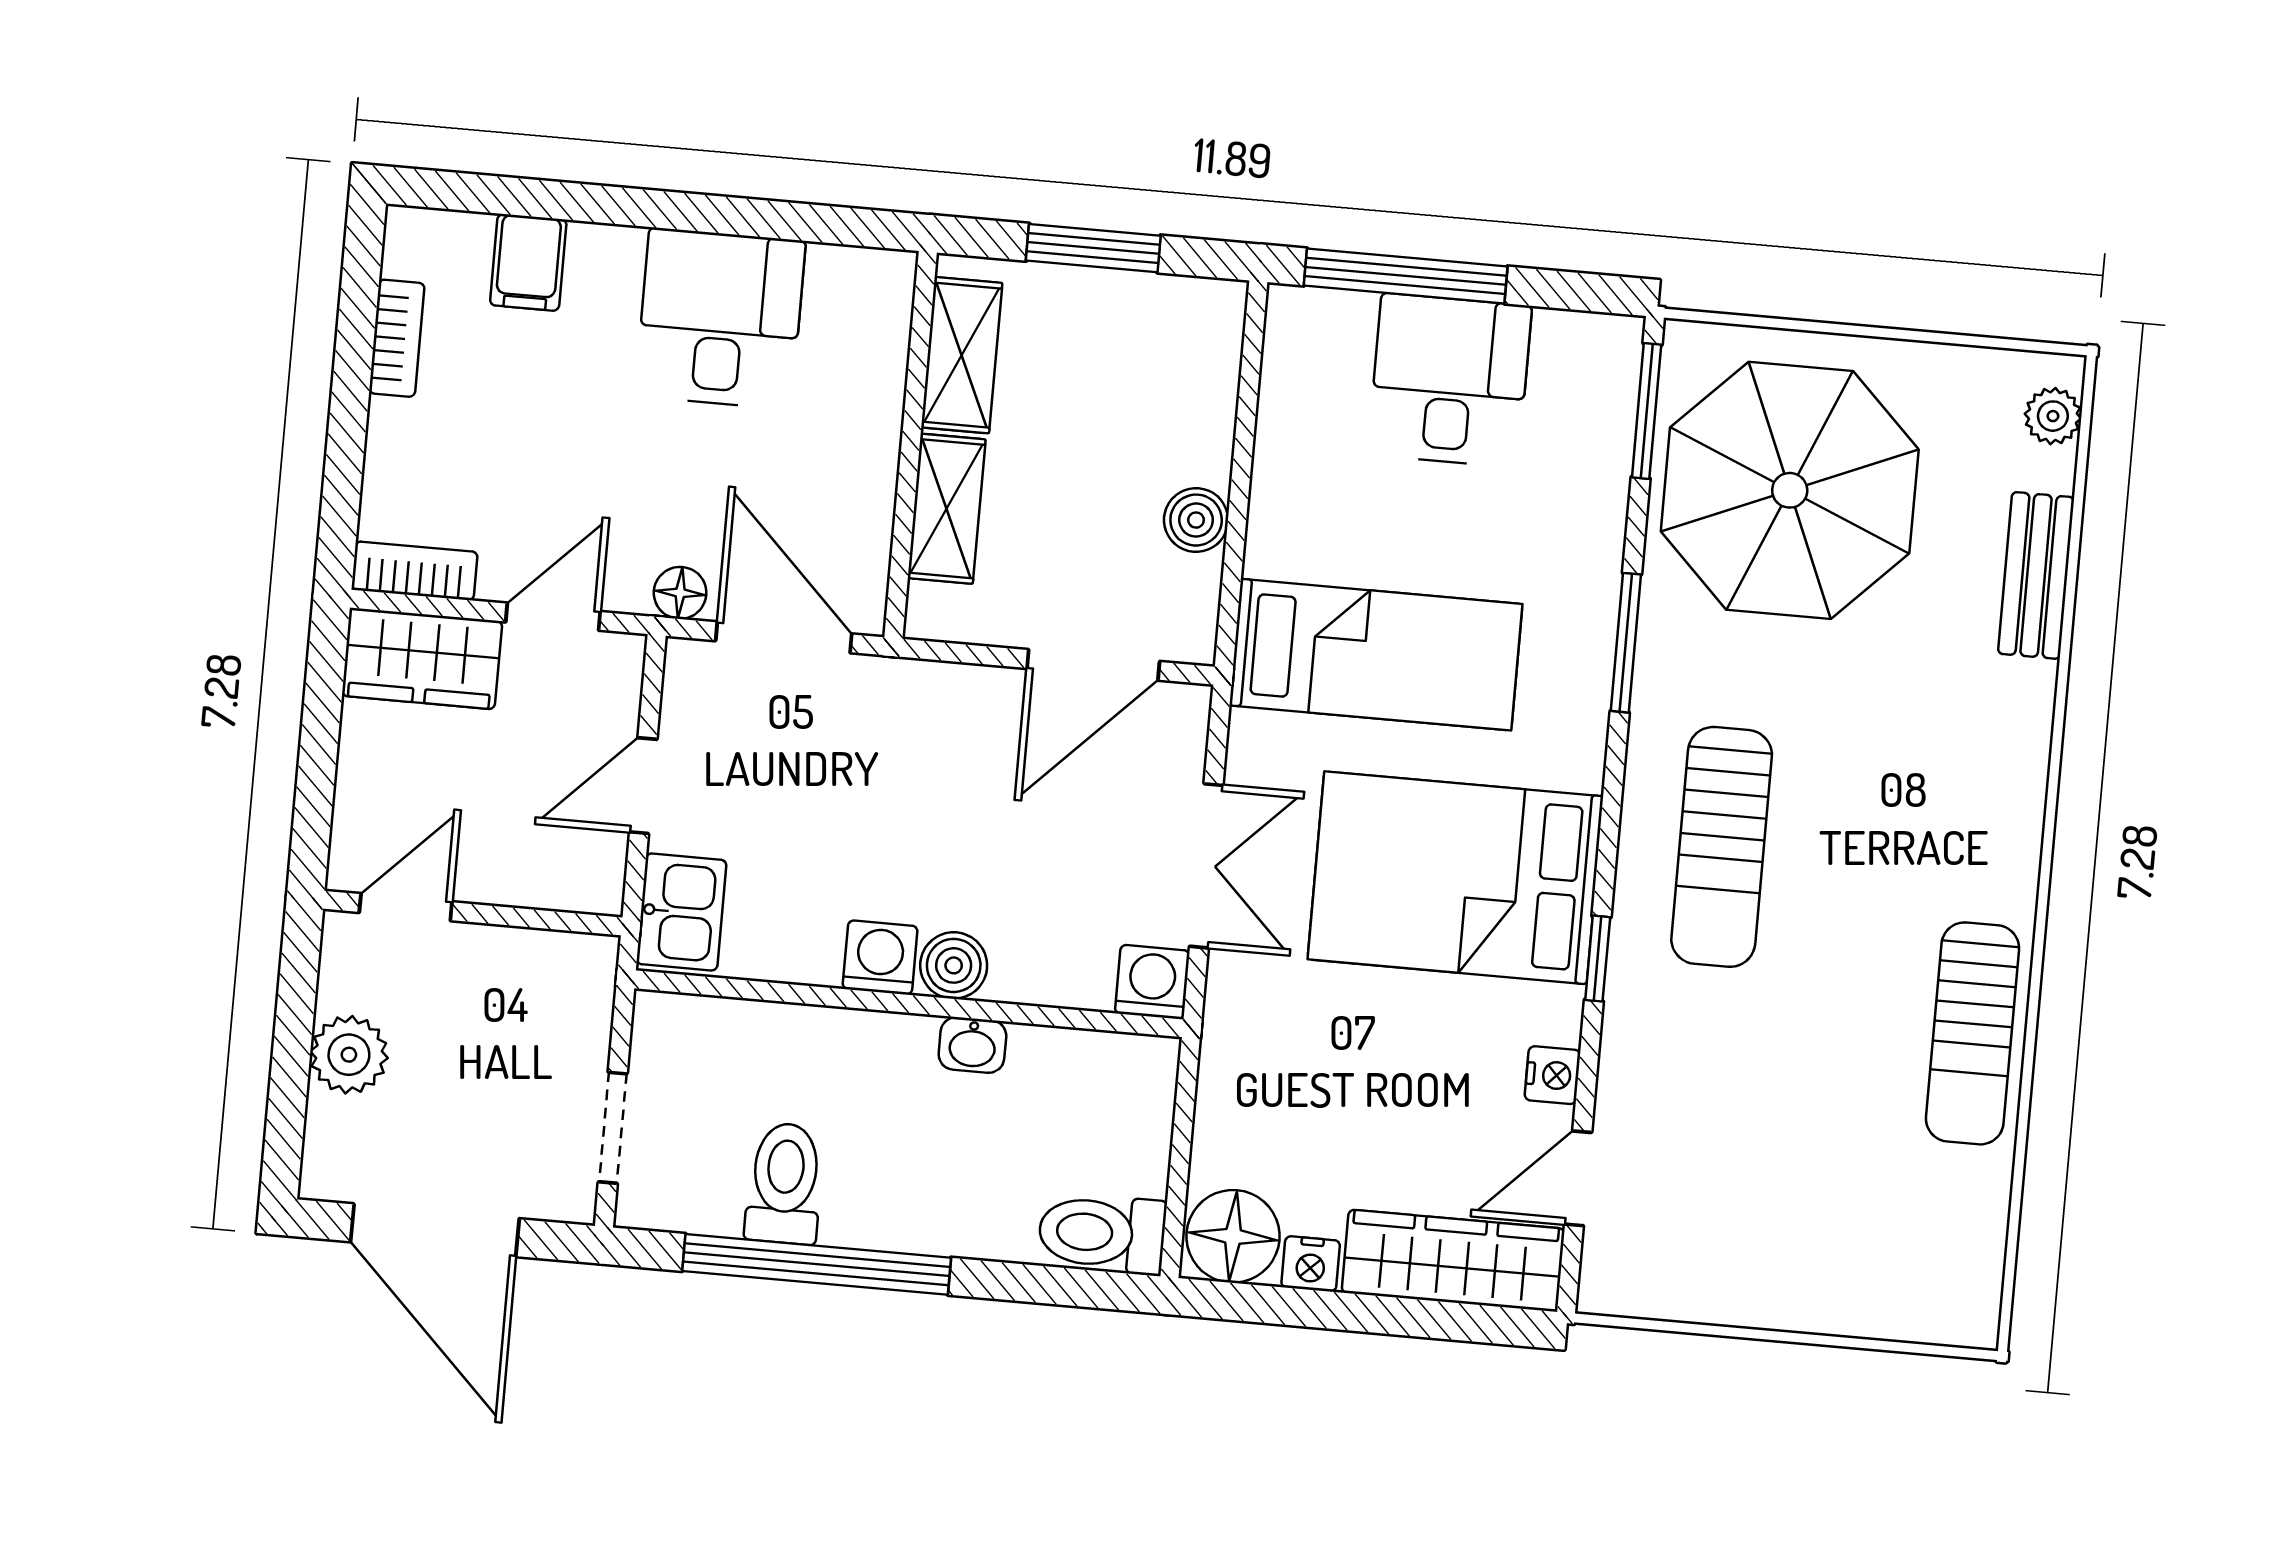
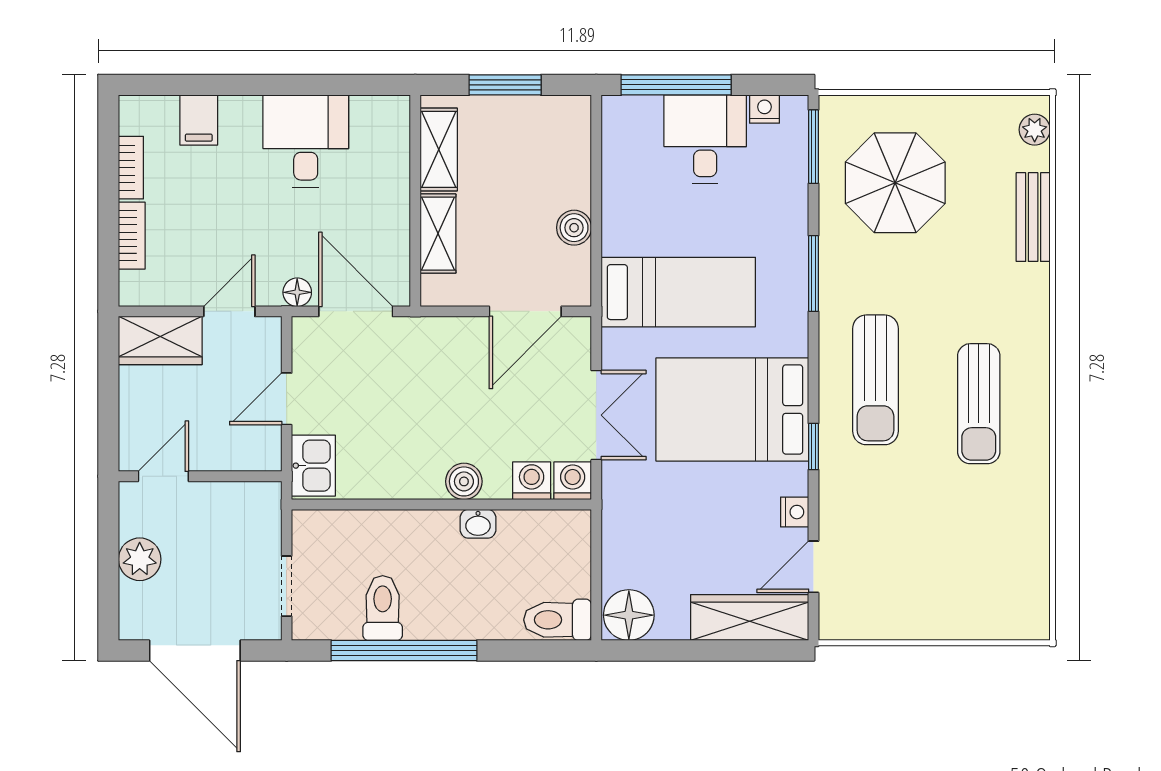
parasol: (1790, 490) -> (895, 183), width x0.73, depth x0.73
bookcase: (415, 571) -> (132, 236), moved, turned 90
washing machine: (880, 958) -> (532, 481), moved
sun lounger: (1973, 1033) -> (979, 404), moved
nightstand: (1311, 1264) -> (764, 109), moved, turned 180

